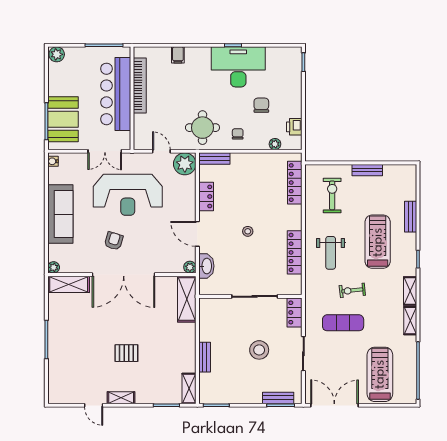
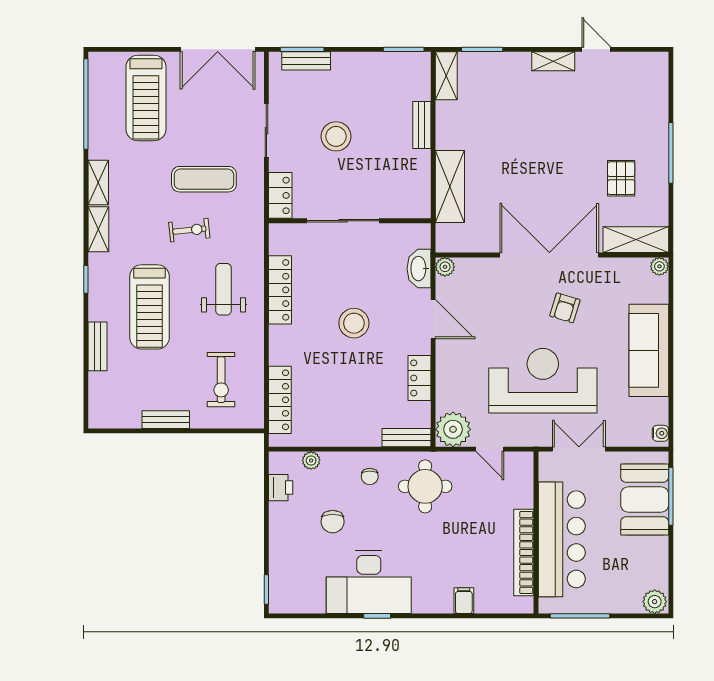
stool: (248, 231) -> (354, 323), width x1.89, depth x1.89
shelving: (187, 299) -> (450, 186), moved
pallet: (126, 353) -> (621, 178), moved, turned 90

